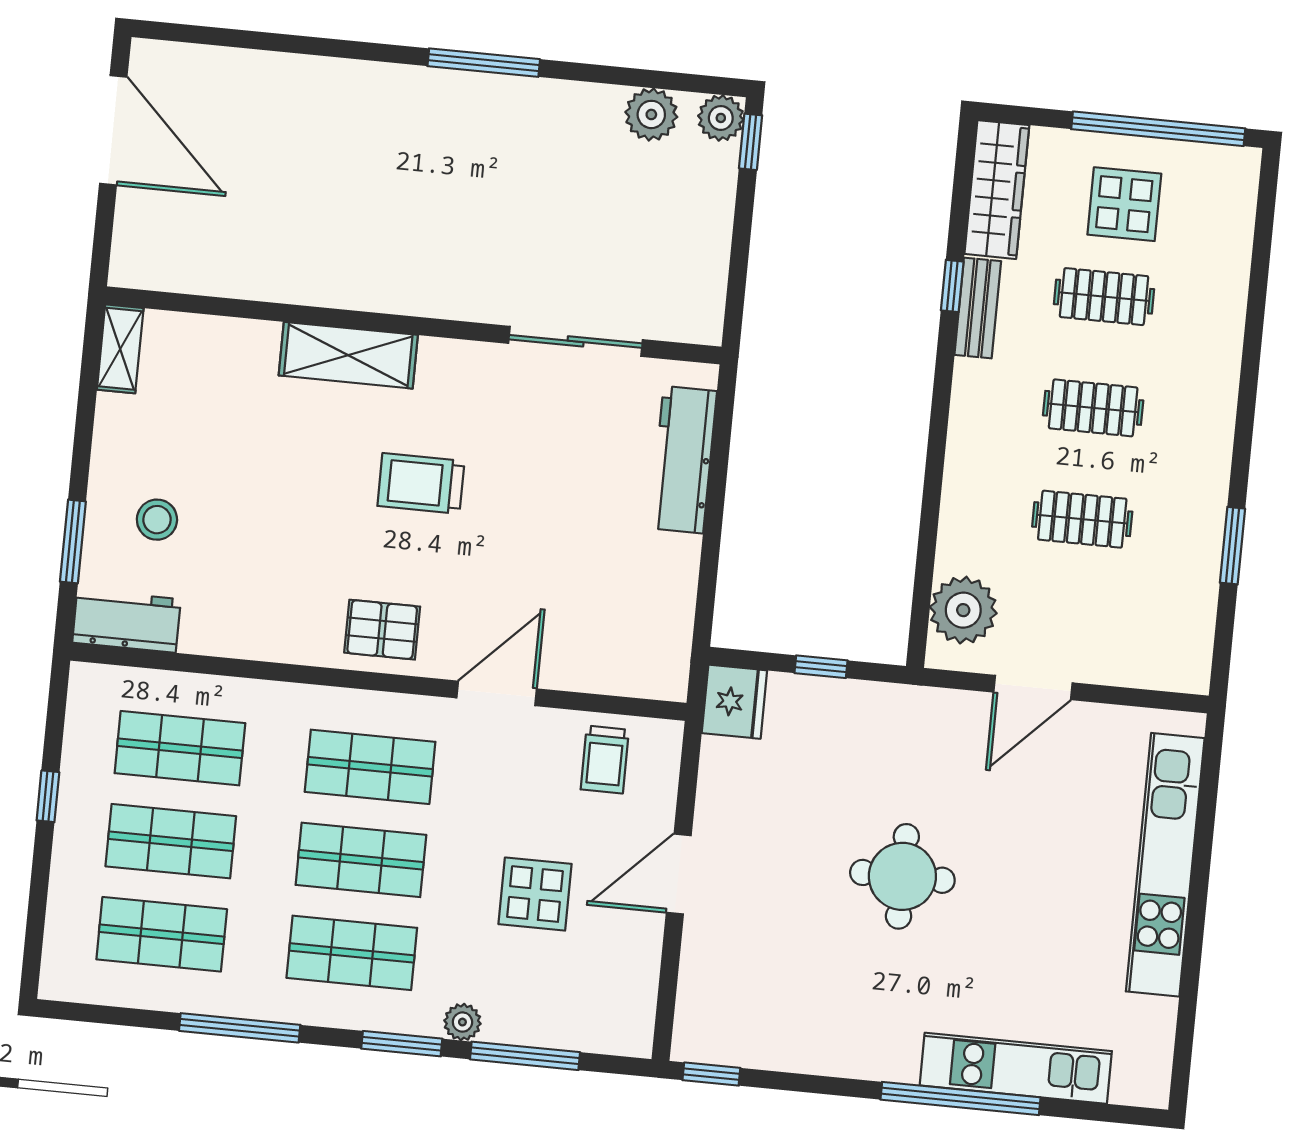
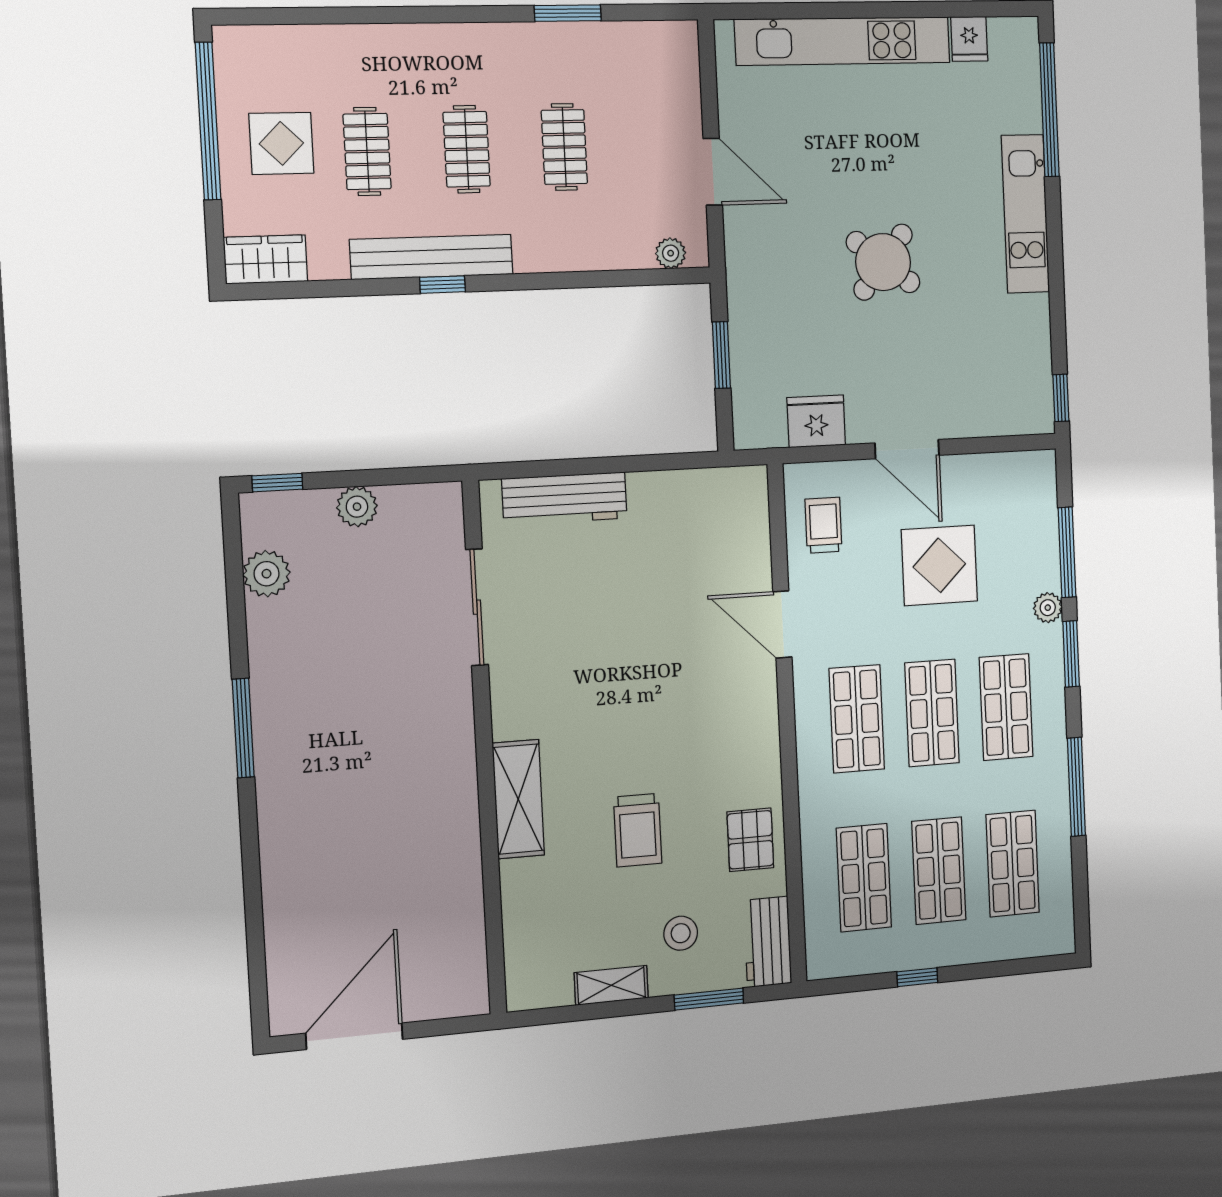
plant: (721, 118) -> (357, 507), moved
wardrobe: (997, 190) -> (266, 259), width x0.67
window: (952, 286) -> (442, 285), moved
bench: (978, 308) -> (432, 257), width x1.86, depth x1.21
shelving: (120, 349) -> (611, 985), moved
trolley: (421, 483) -> (638, 830), moved
plant: (963, 610) -> (671, 253), width x0.53, depth x0.53
pallet: (382, 630) -> (750, 840), moved
window: (821, 667) -> (721, 355), width x1.50
fridge: (734, 702) -> (816, 421), moved
trolley: (605, 760) -> (823, 525), turned -90
round table: (902, 876) -> (883, 262), turned 38
display table: (535, 894) -> (939, 565), width x1.36, depth x1.36
fridge: (1151, 1020) -> (969, 39), added
kitchen unit: (1016, 1068) -> (1025, 214), moved
window: (960, 1098) -> (1049, 110), moved

